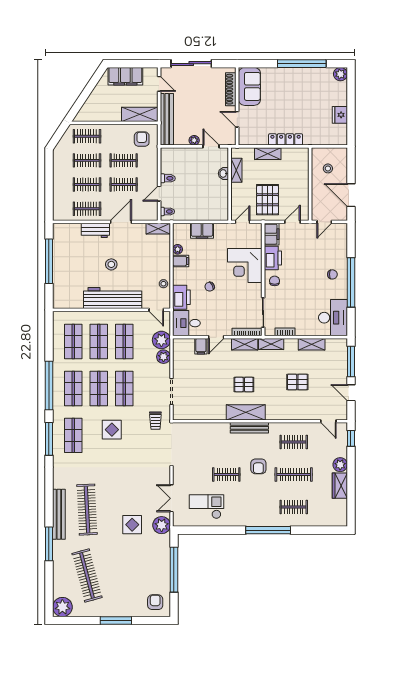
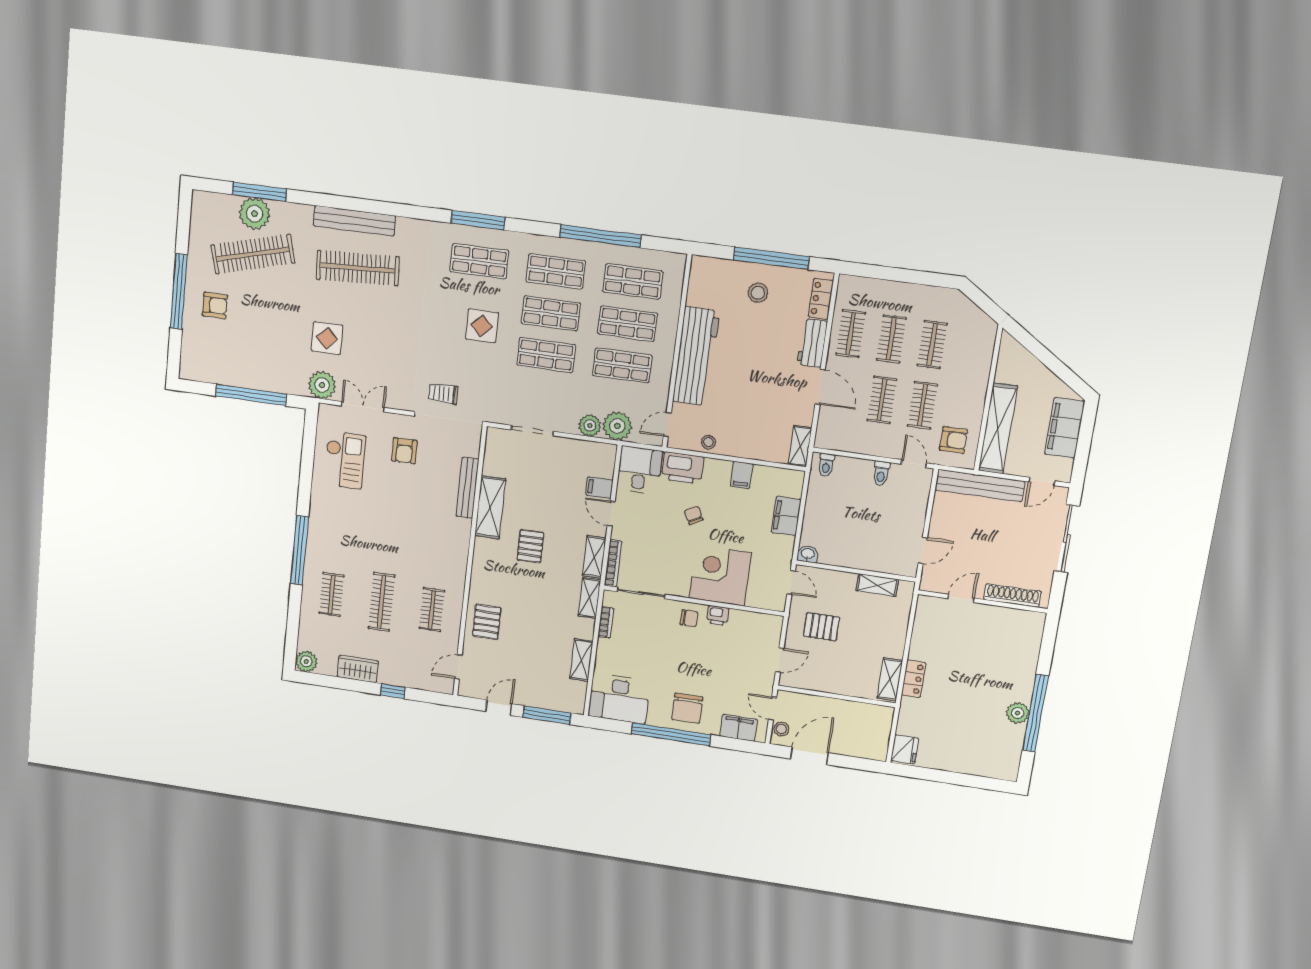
plant: (340, 74) -> (1018, 713), moved
sofa: (249, 86) -> (1012, 626), removed
shelving: (140, 114) -> (998, 428), width x1.47
fridge: (340, 115) -> (905, 749), moved, turned 90
clothes rail: (87, 136) -> (973, 350), removed
locker: (286, 139) -> (914, 679), width x0.66
plant: (194, 140) -> (937, 525), removed
shelving: (268, 154) -> (890, 679), moved
stool: (328, 168) -> (781, 729), moved
washbasin: (223, 173) -> (808, 554), moved
door: (159, 194) -> (914, 464), moved
pallet: (268, 200) -> (821, 627), width x0.67, depth x0.71
door: (293, 222) -> (780, 660), hinge flipped
locker: (69, 229) -> (821, 299), added
filing cabinet: (272, 234) -> (739, 728), moved, turned 180
plant: (178, 249) -> (762, 473), removed
printer: (273, 258) -> (718, 615), width x0.53, depth x0.68
stool: (111, 264) -> (758, 293), moved
chair: (332, 274) -> (687, 708), width x1.87, depth x1.87
pallet: (297, 382) -> (487, 622), moved
window: (49, 385) -> (601, 236), moved
shelving: (246, 412) -> (490, 507), moved
trolley: (155, 421) -> (443, 394), moved
bench: (249, 428) -> (467, 488), moved
window: (351, 438) -> (393, 691), moved
plant: (340, 465) -> (306, 661), moved
armchair: (258, 466) -> (404, 451), moved, turned -90
clothes rail: (226, 474) -> (392, 498), removed
window: (49, 544) -> (259, 192), moved
armchair: (155, 602) -> (215, 305), moved
plant: (62, 607) -> (255, 214), moved
window: (116, 621) -> (179, 291), width x1.46

